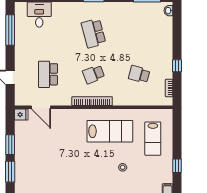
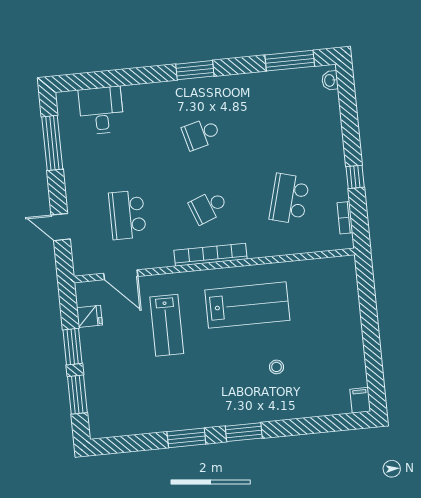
school desk: (94, 33) -> (201, 134), width x0.54
school desk: (139, 74) -> (289, 199), width x1.85
fridge: (21, 115) -> (89, 316), moved
lab bench: (153, 139) -> (167, 325), moved
window: (177, 166) -> (373, 355), removed

